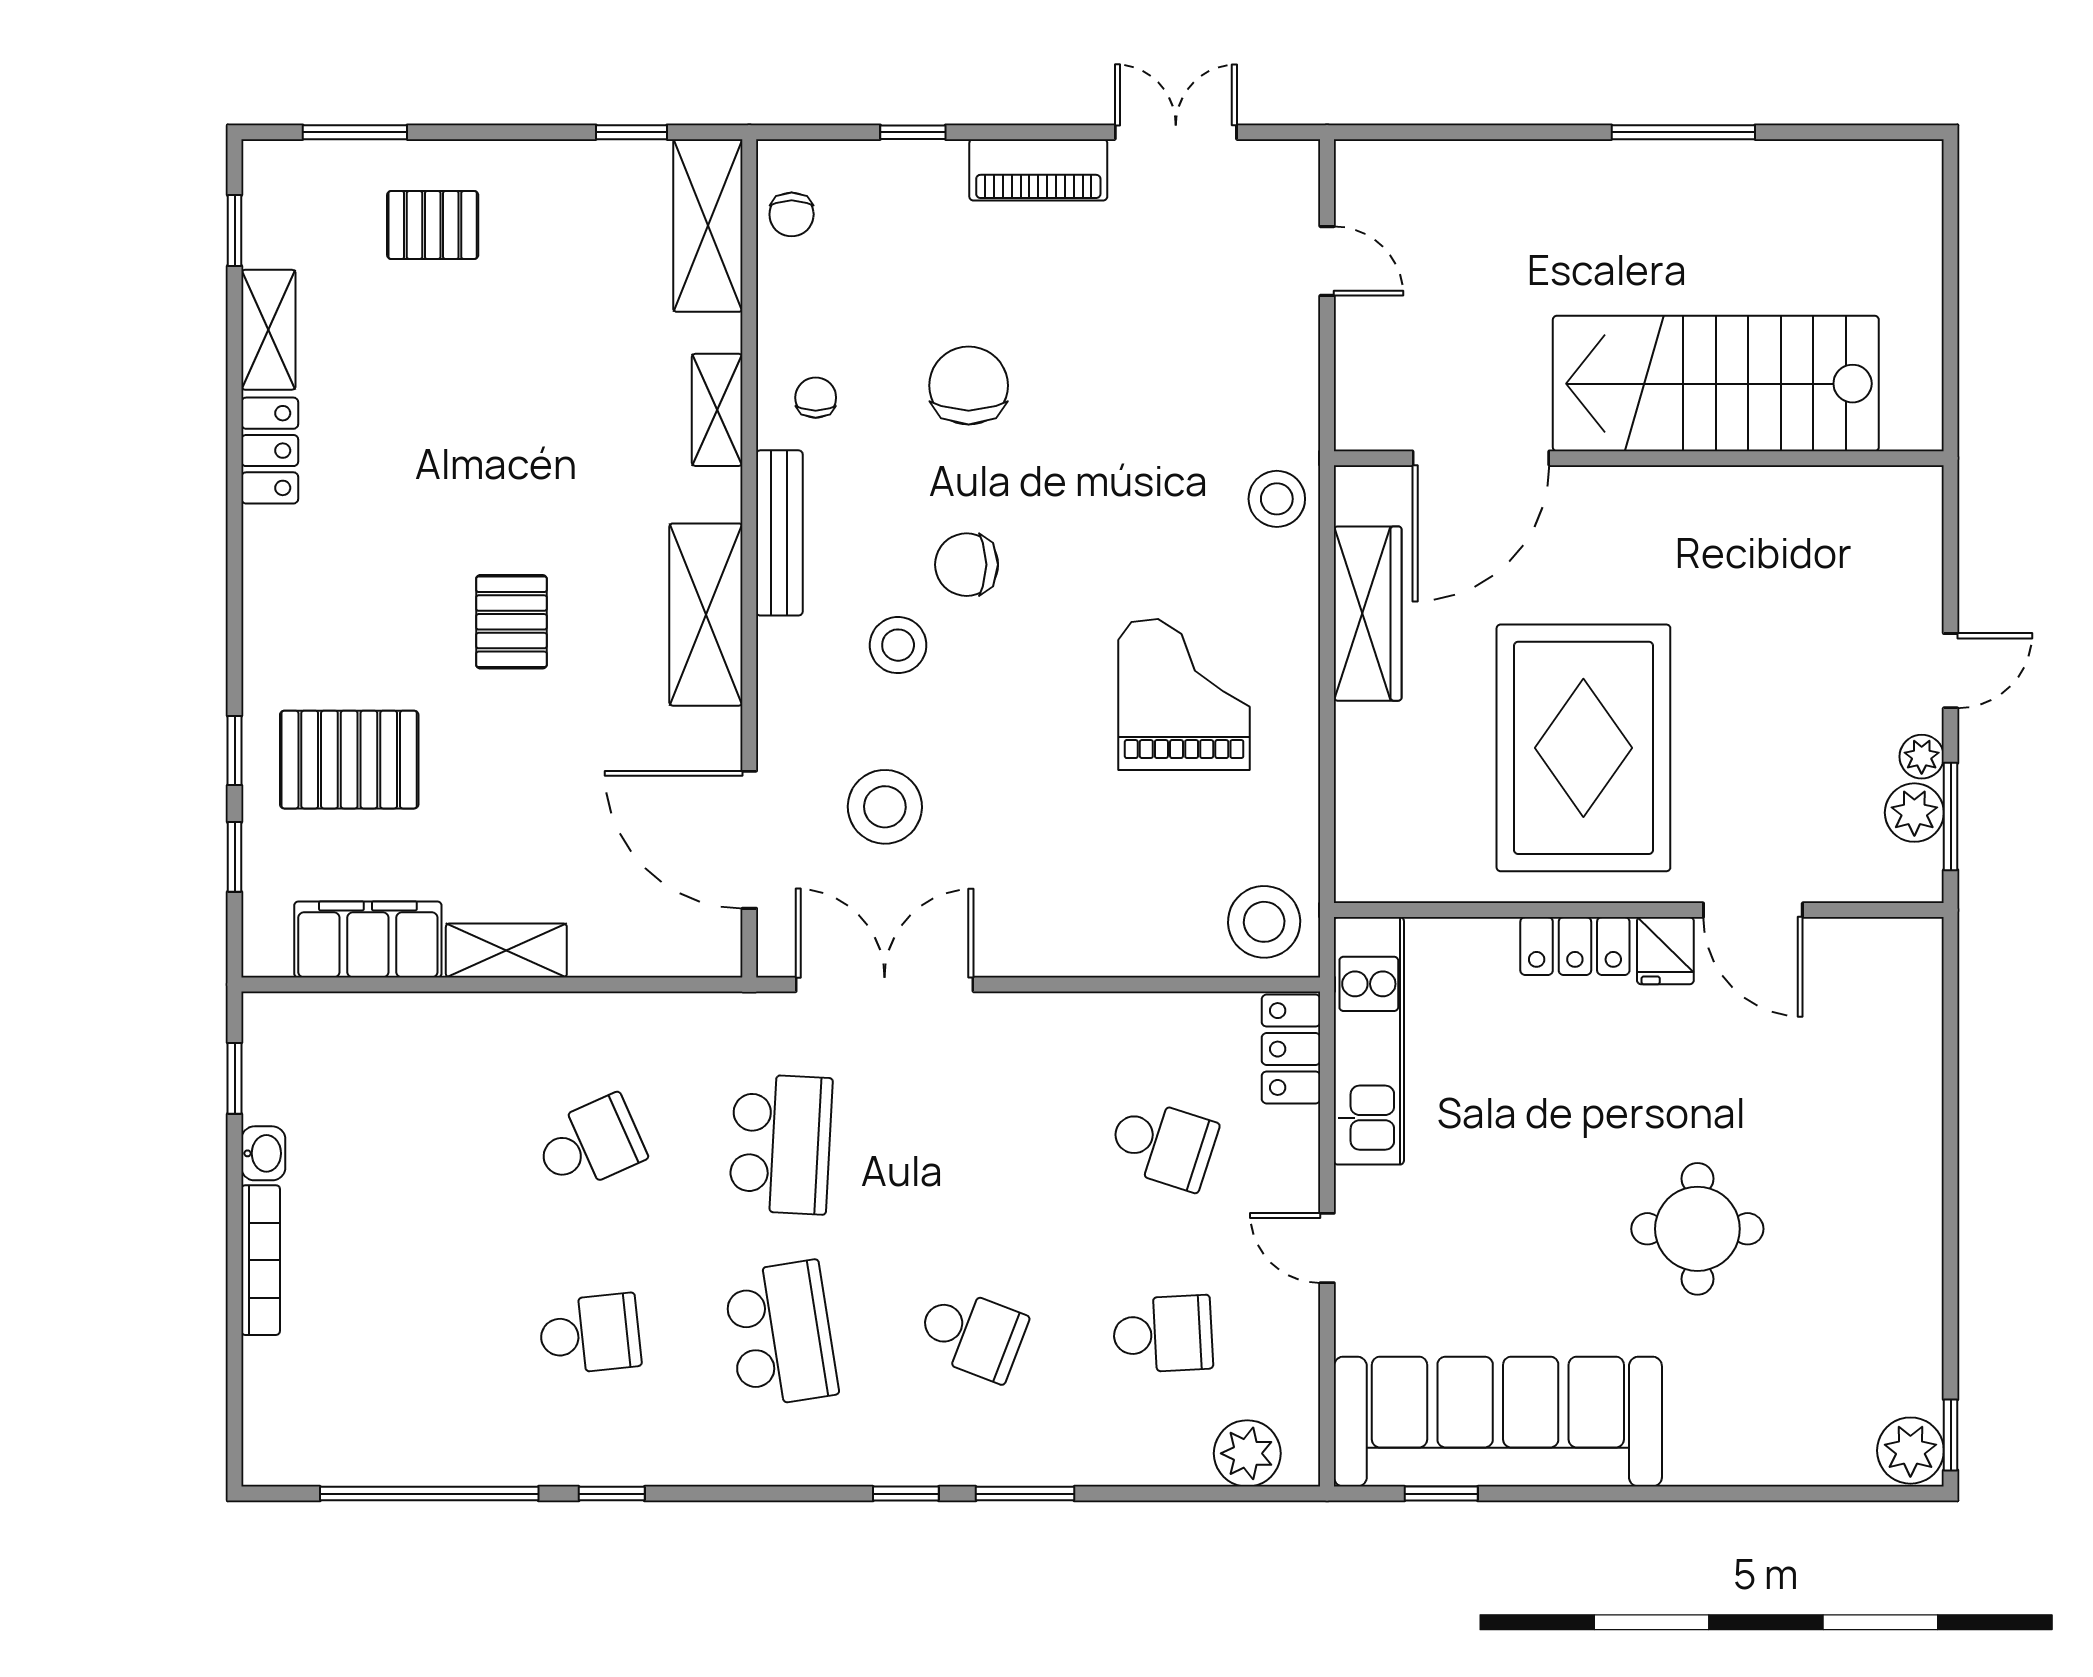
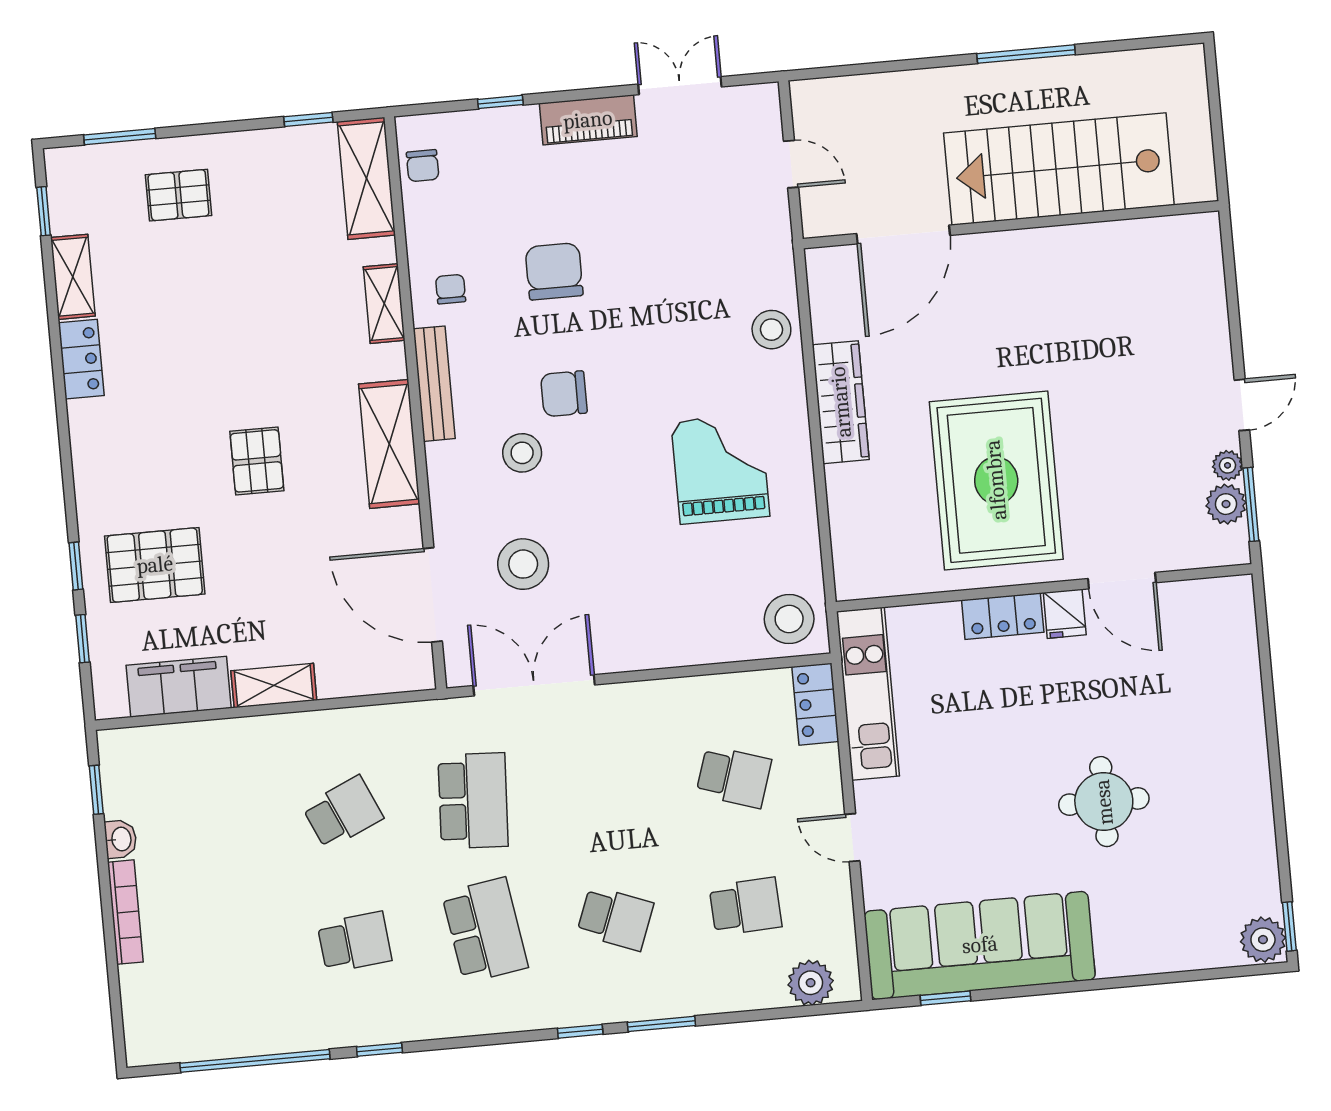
stairs: (1716, 384) -> (1059, 169), moved
door: (1481, 458) -> (903, 235), moved
wall: (1639, 458) -> (1011, 225), moved

